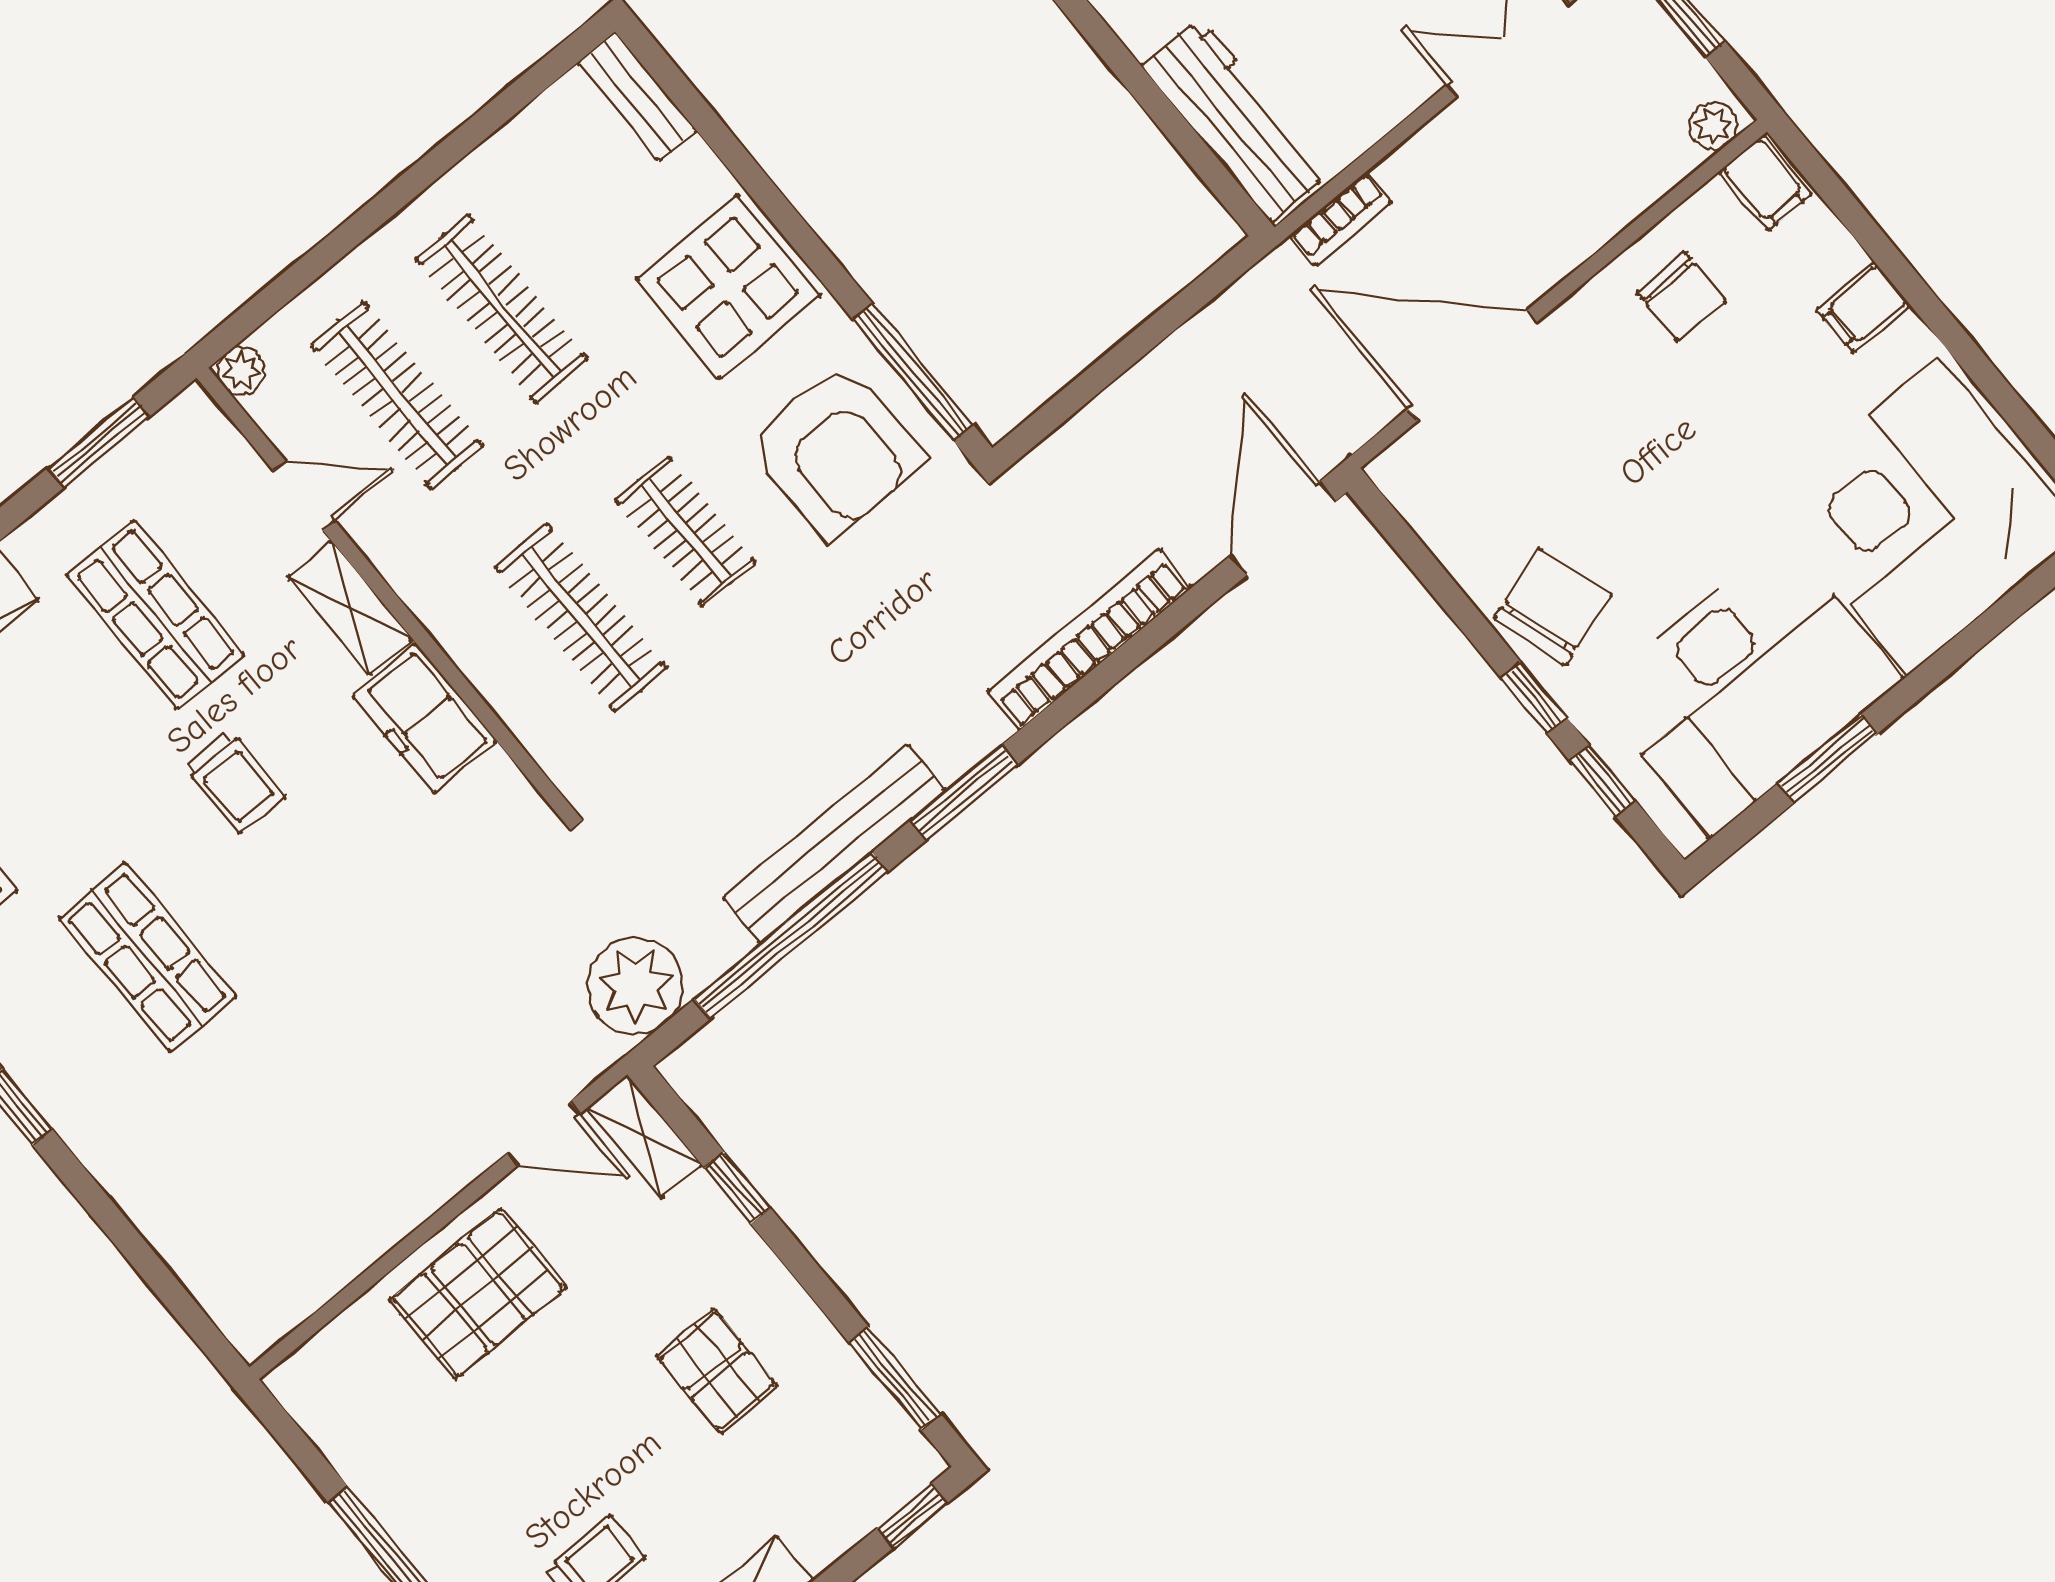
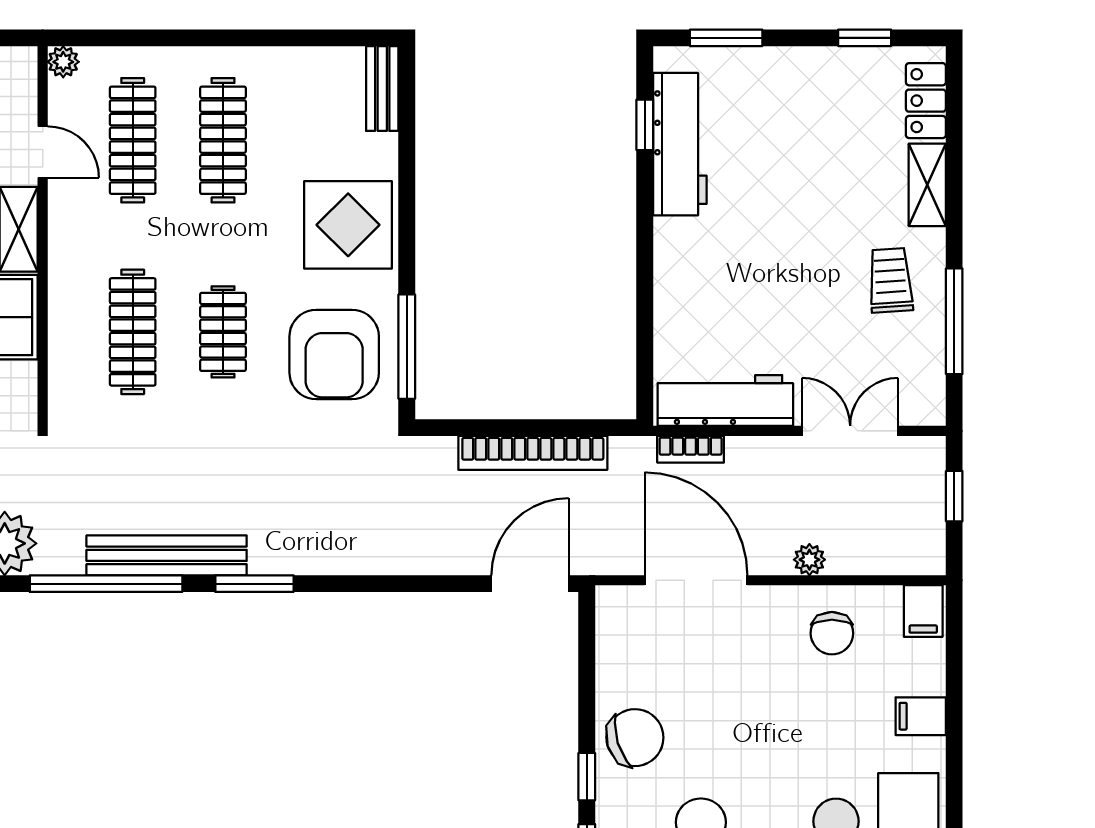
workbench: (1235, 120) -> (725, 401), moved, turned -90
plant: (1713, 126) -> (809, 560), moved
bookcase: (1089, 640) -> (533, 453), moved, turned 180

